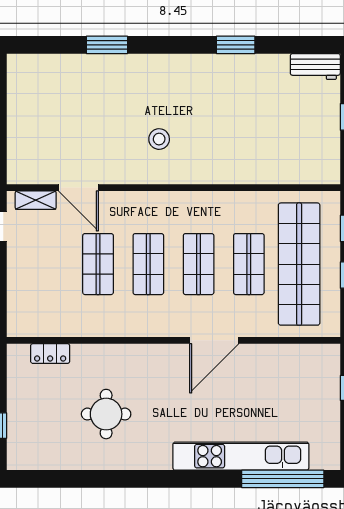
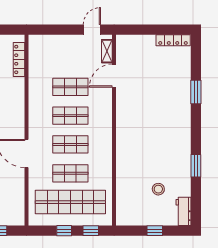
locker: (16, 85) -> (173, 40), added
stool: (159, 139) -> (158, 189), moved
locker: (50, 354) -> (19, 59), width x1.53

